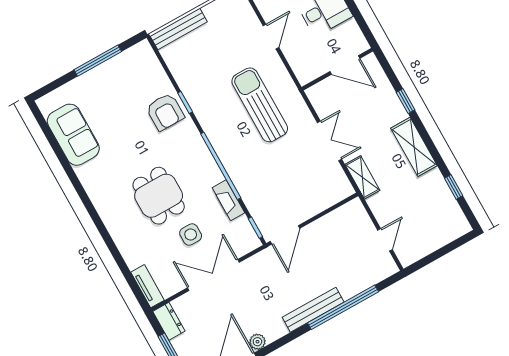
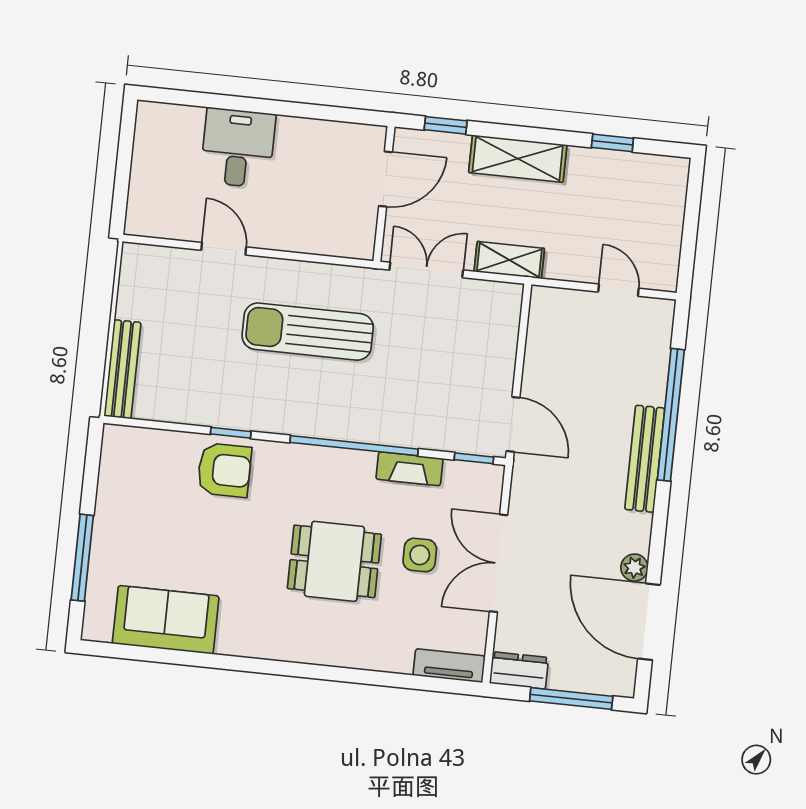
window: (98, 61) -> (82, 558), moved
door: (345, 65) -> (385, 179), moved
wall: (337, 69) -> (384, 194), moved

